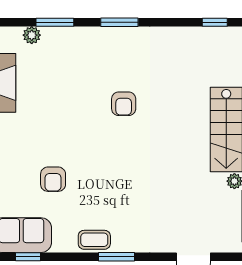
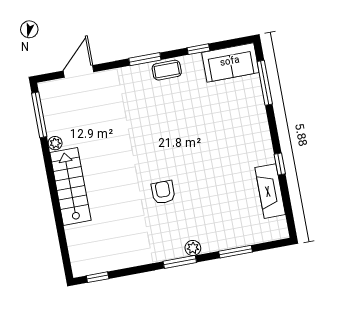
plant: (32, 35) -> (193, 248), moved
armchair: (53, 179) -> (212, 116), removed
window: (28, 257) -> (198, 49), moved

